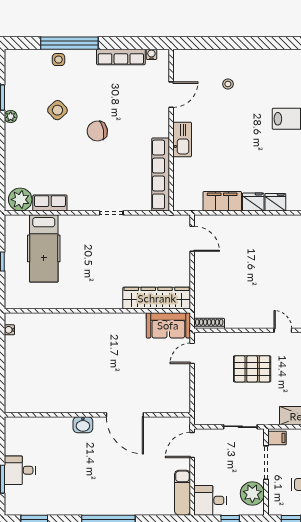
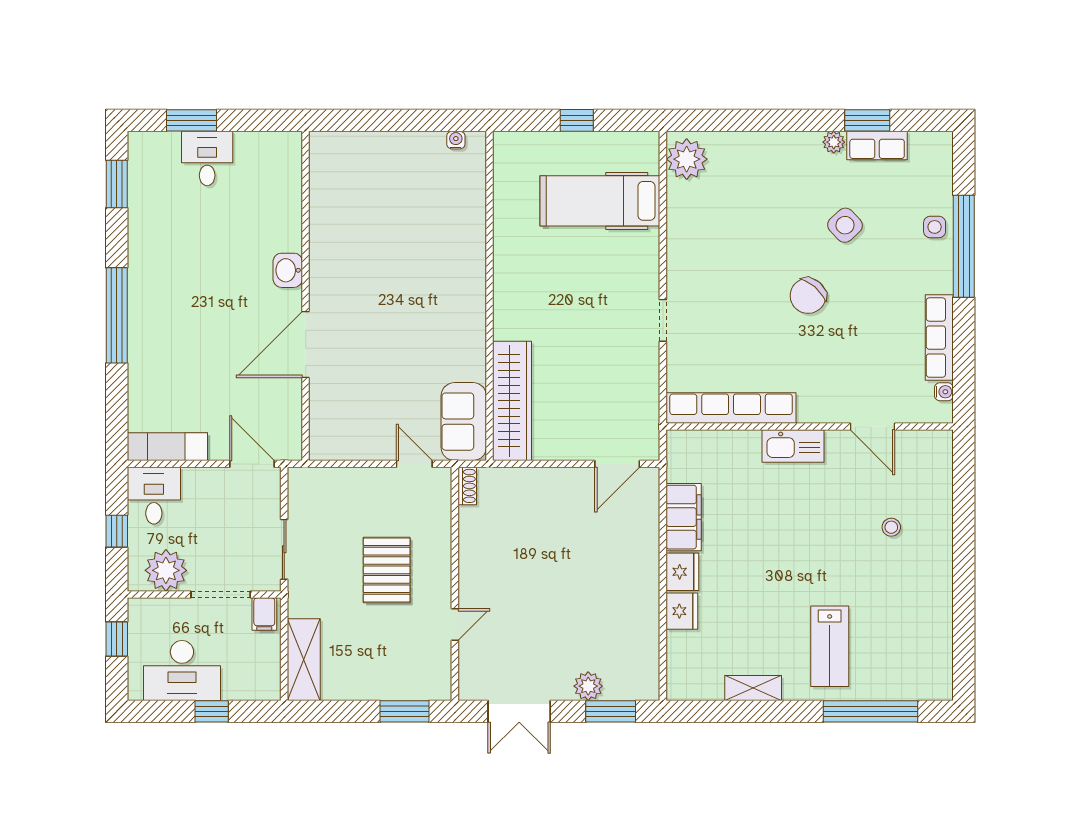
chair: (97, 131) -> (808, 296), turned -129
row of seats: (50, 203) -> (877, 145), moved, turned 90
shoe rack: (209, 323) -> (467, 486), width x0.70

